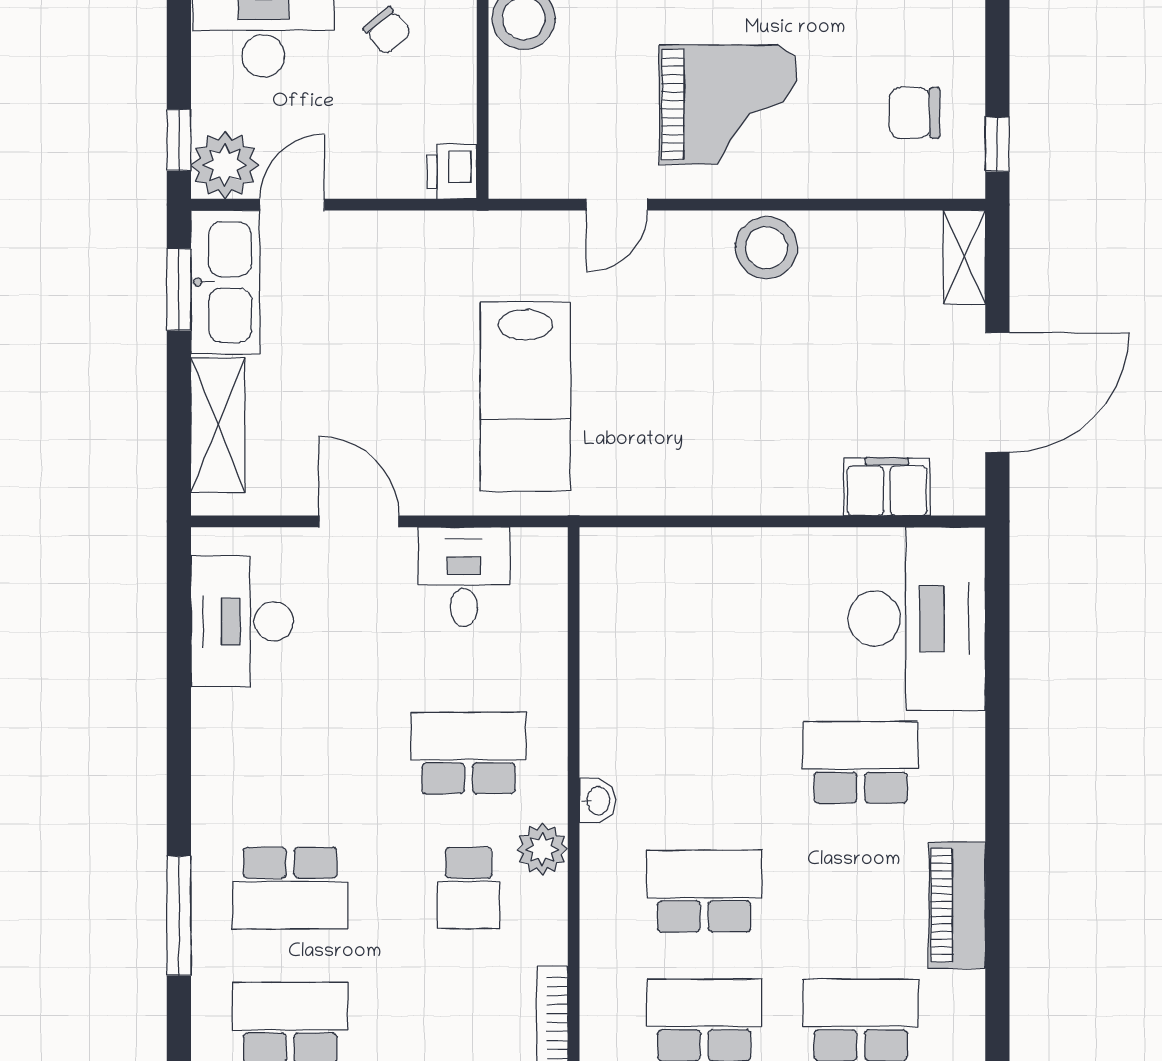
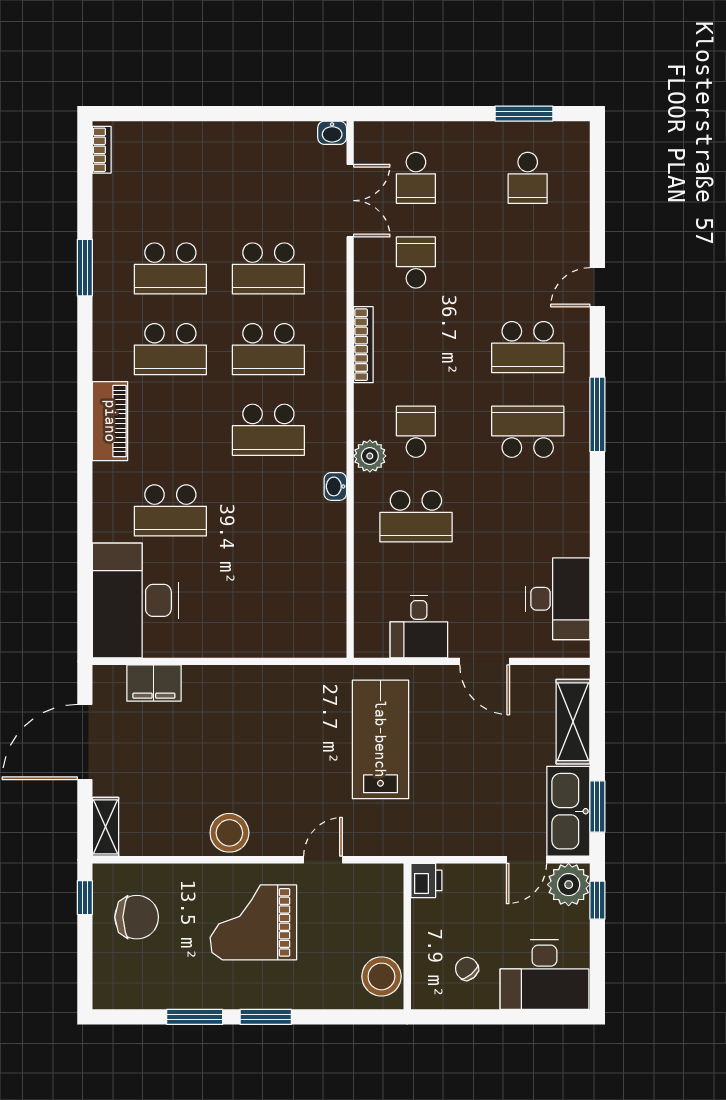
chair: (914, 113) -> (137, 917), width x1.37, depth x1.37

